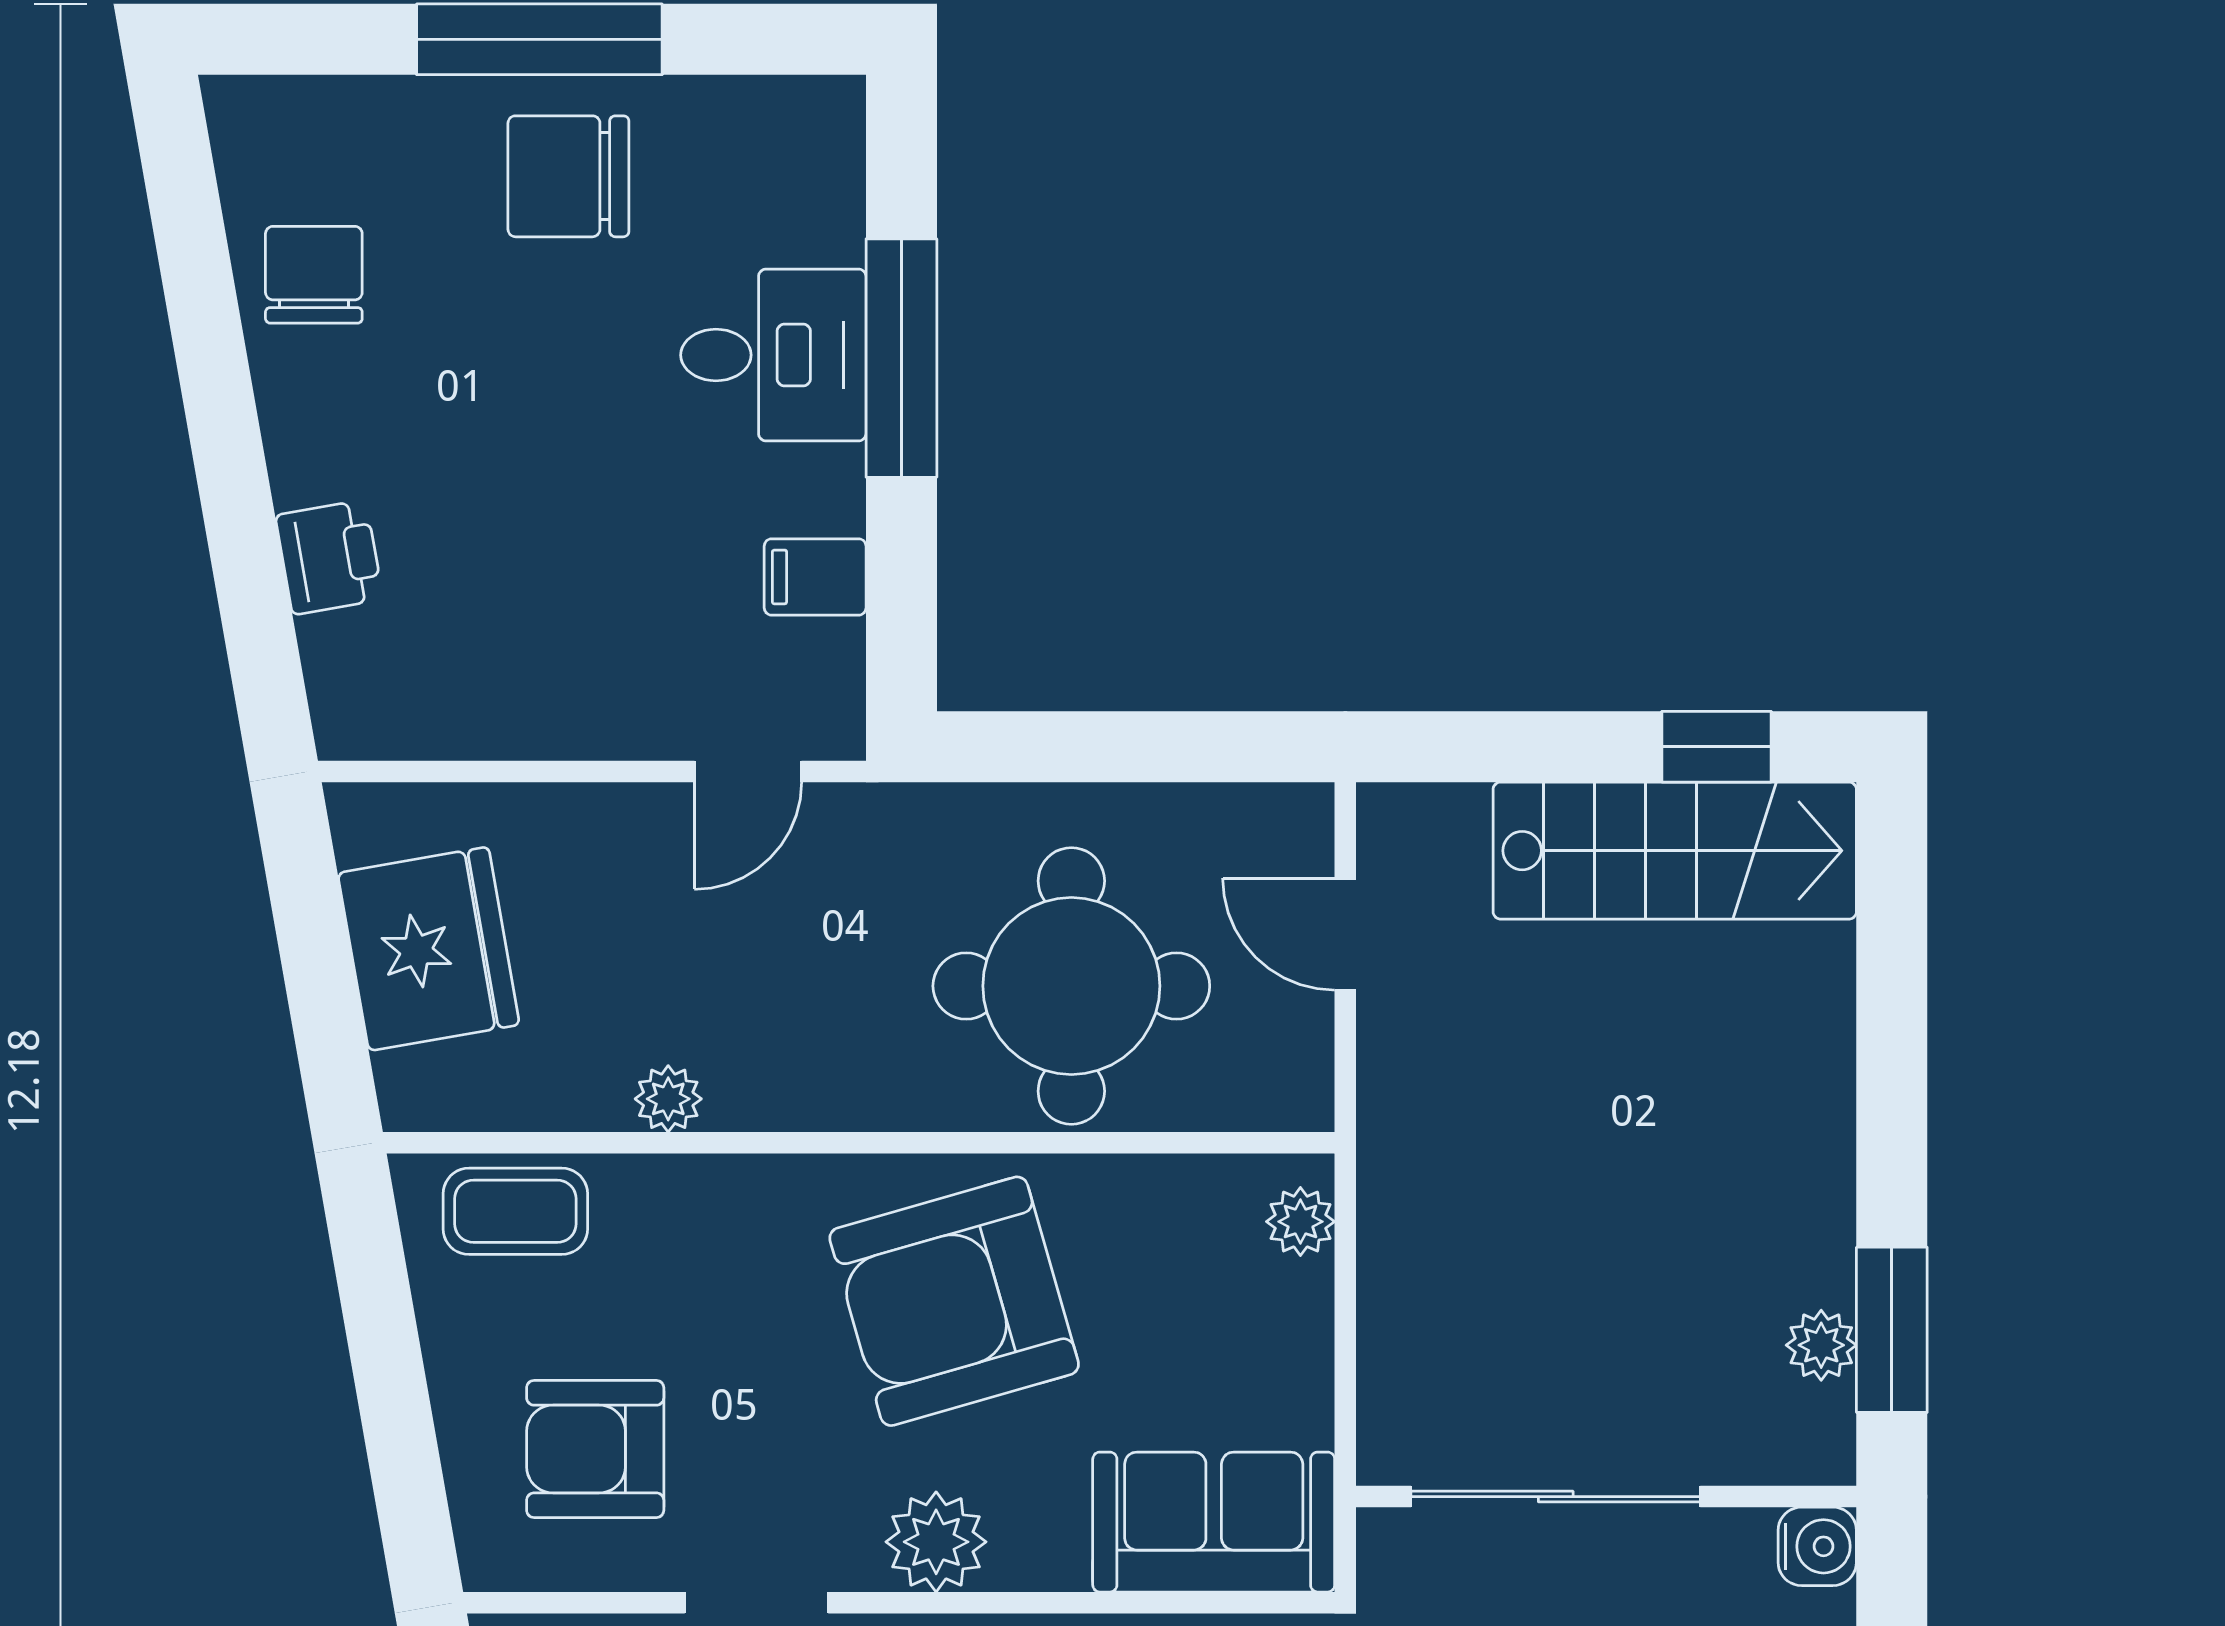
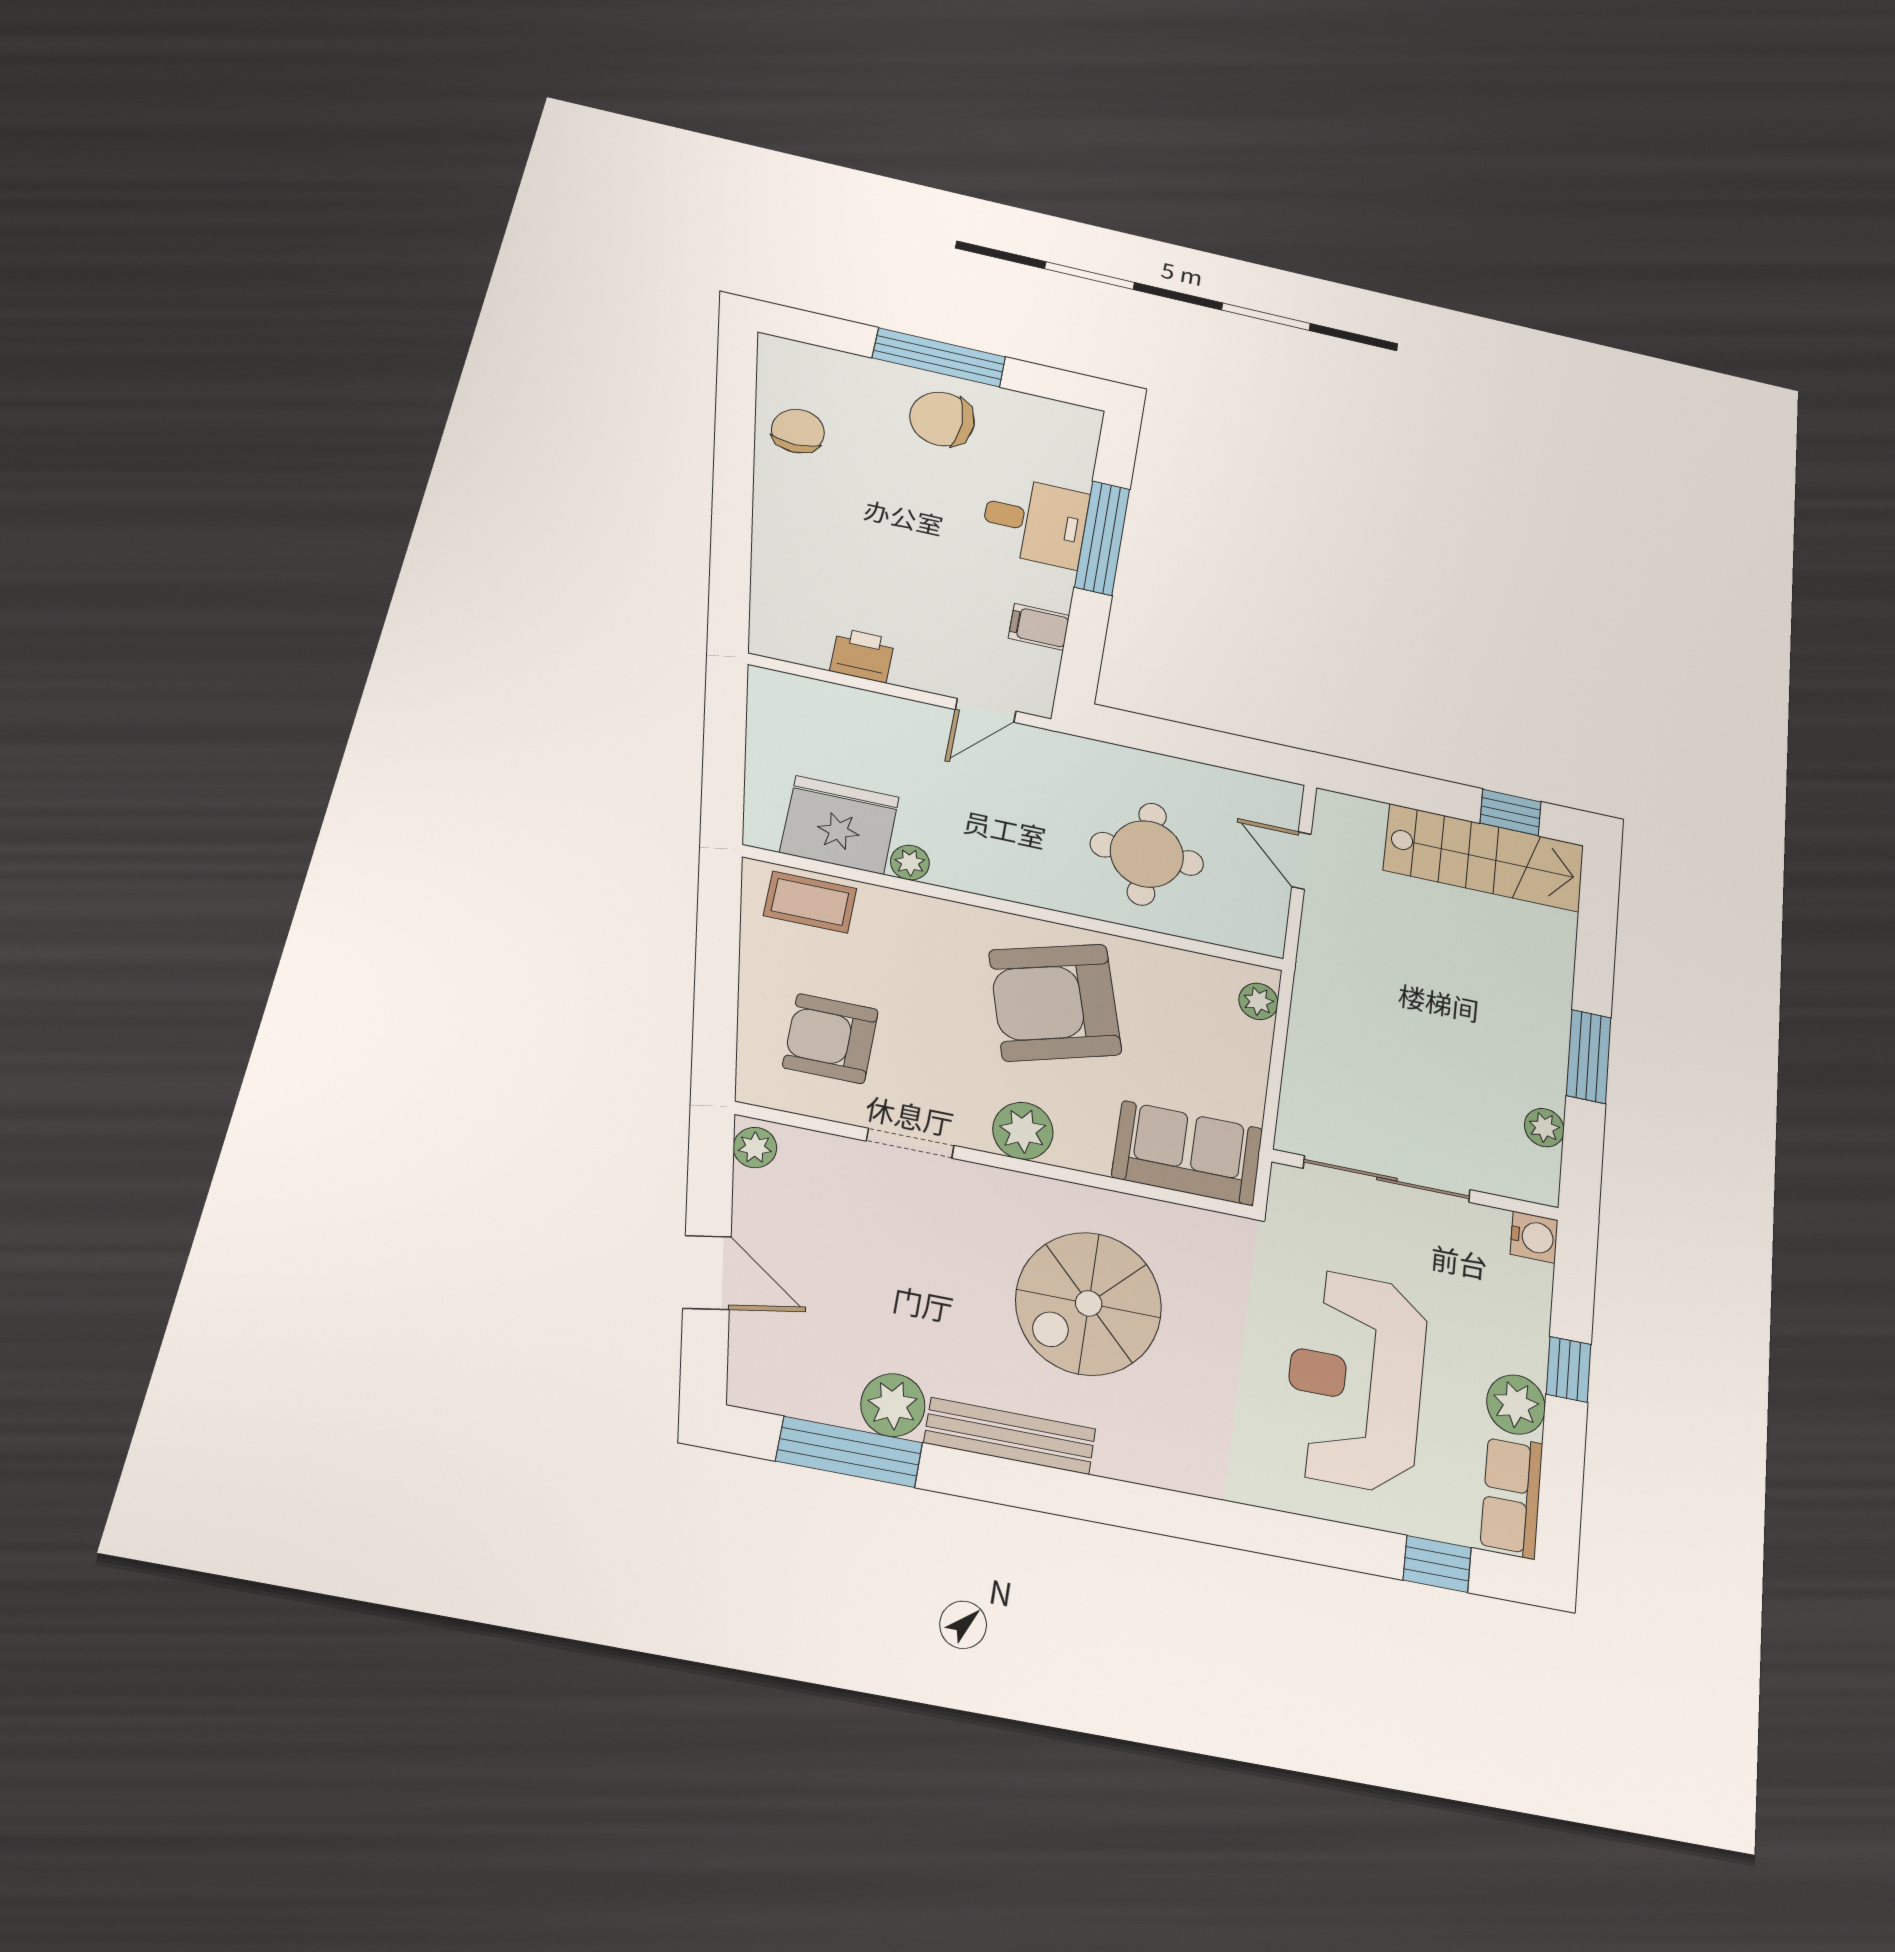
printer: (329, 557) -> (862, 655), moved, turned -80
fridge: (429, 949) -> (840, 825), moved, turned -80
round table: (1071, 986) -> (1147, 854), width x0.73, depth x0.73
window: (1892, 1330) -> (1589, 1056), moved

